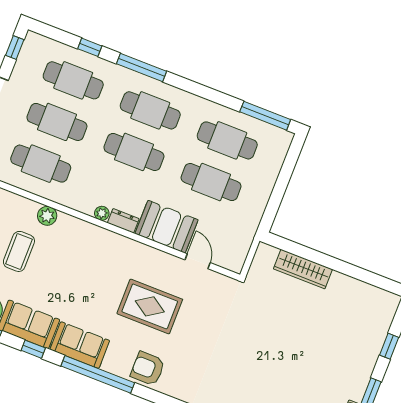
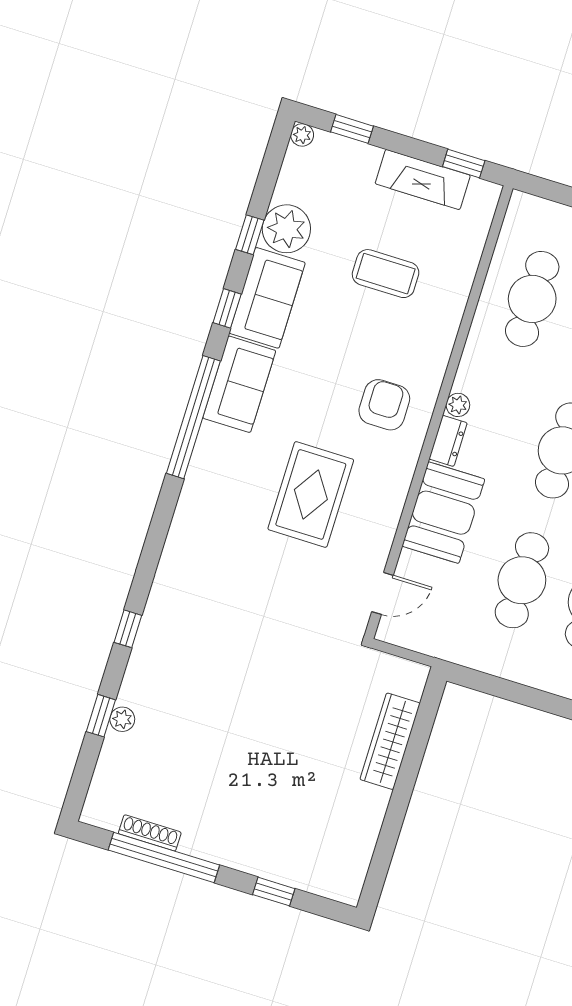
plant: (47, 216) -> (447, 316), removed
door: (198, 261) -> (382, 593), moved
armchair: (148, 369) -> (384, 405), moved

